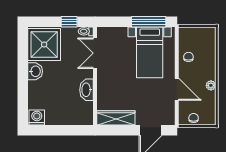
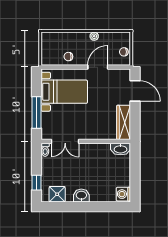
window: (69, 22) -> (36, 183), moved
window: (149, 22) -> (36, 112), moved
shower: (44, 45) -> (57, 194), width x0.54, depth x0.54
washbasin: (86, 90) -> (120, 149), moved

